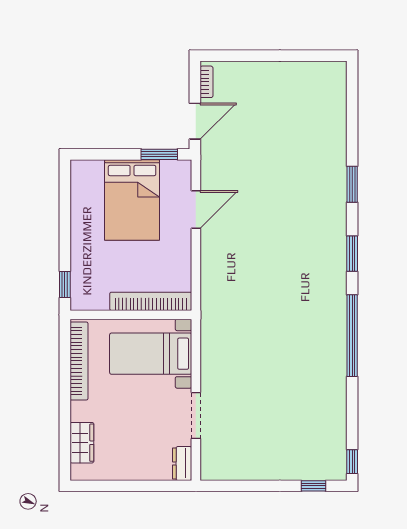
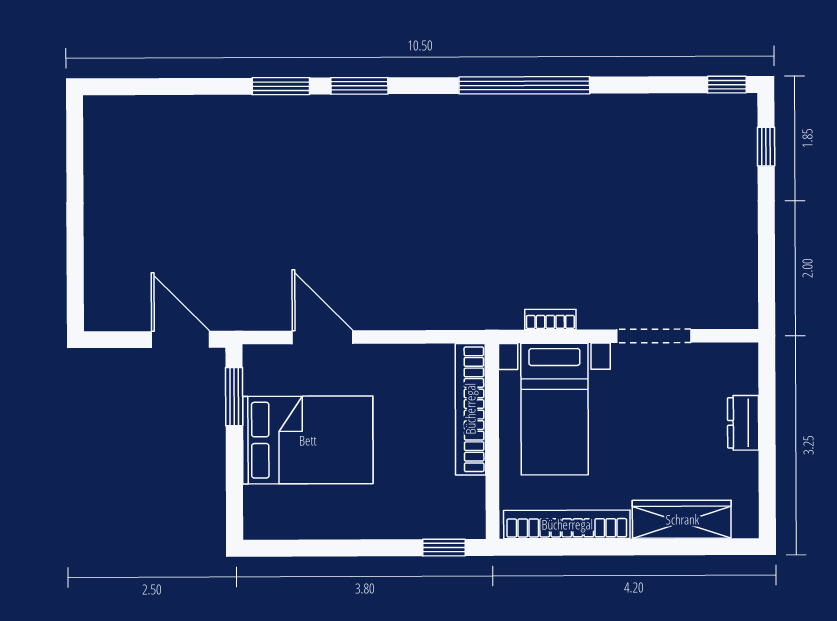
bookcase: (206, 82) -> (550, 319), moved
window: (352, 254) -> (359, 86), moved
wardrobe: (82, 443) -> (682, 519), width x1.50
dresser: (182, 463) -> (743, 423), moved, turned 90

